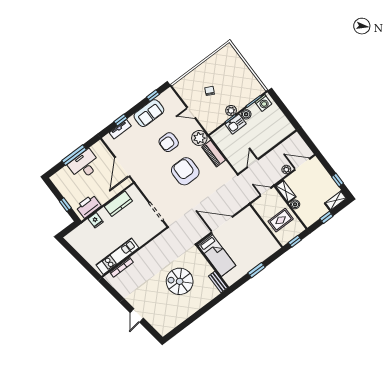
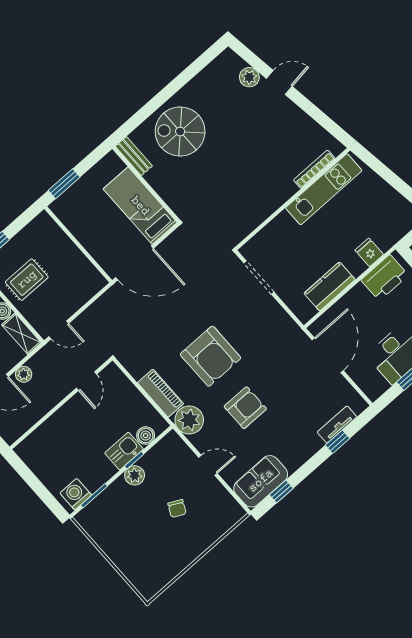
sofa: (149, 113) -> (261, 481), moved
boiler: (246, 114) -> (146, 436), moved
wall: (266, 226) -> (78, 244), moved
spiral stairs: (180, 281) -> (180, 132), moved, turned 180
door: (137, 315) -> (279, 82), hinge flipped
plant: (153, 319) -> (249, 77), added

